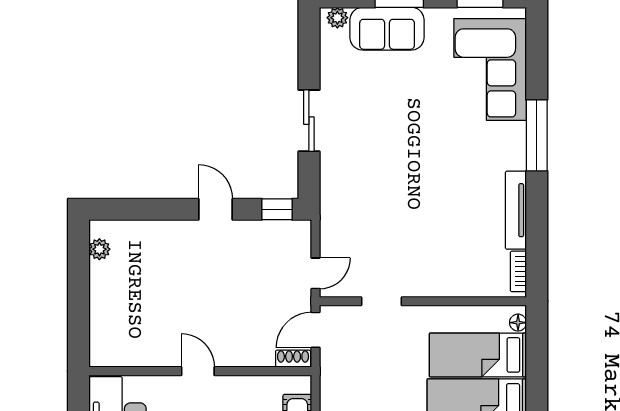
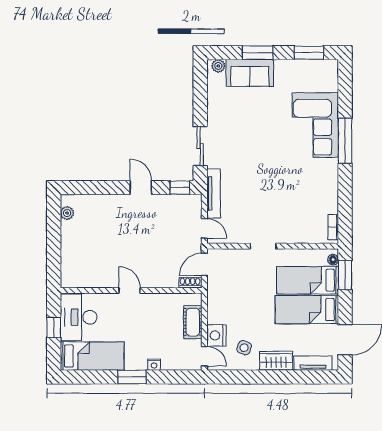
corner sofa: (490, 70) -> (315, 125), moved
sliding door: (309, 121) -> (200, 146), moved
tv unit: (516, 210) -> (213, 193), moved, turned 180
door: (315, 273) -> (204, 228), hinge flipped
doorway: (382, 301) -> (263, 246), moved
window: (537, 347) -> (345, 275), added

